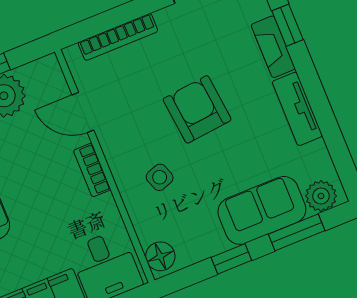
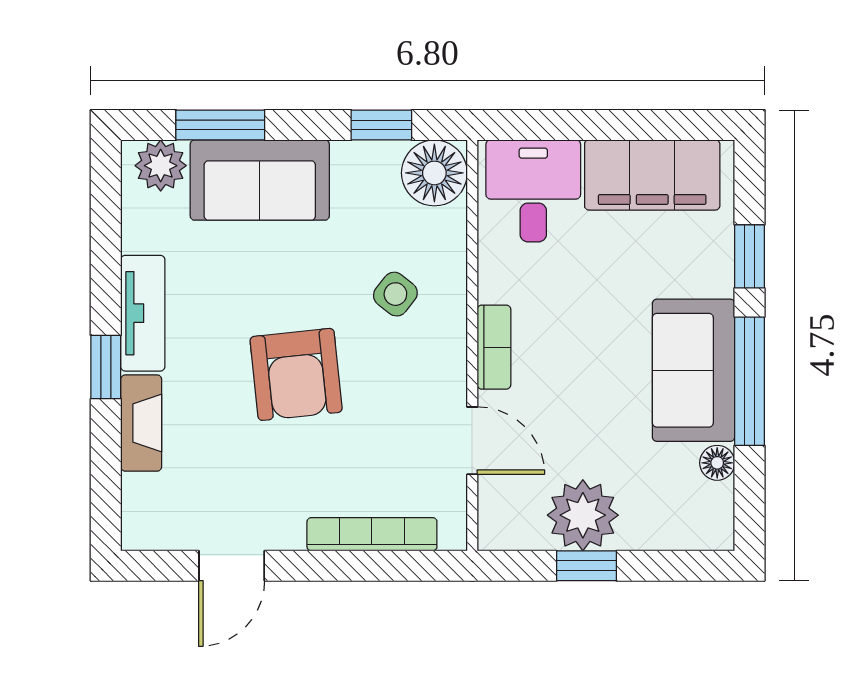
window: (288, 25) -> (106, 367), moved
side table: (160, 177) -> (395, 294), turned -33
floor lamp: (160, 256) -> (434, 173), width x1.38, depth x1.38
window: (231, 259) -> (381, 125), moved

